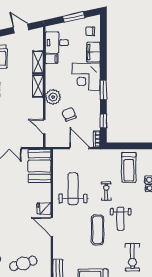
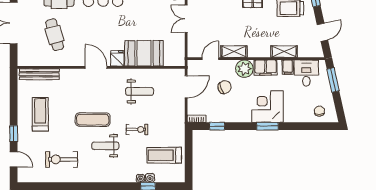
window: (74, 17) -> (333, 80), moved
filing cabinet: (93, 52) -> (266, 68), moved, turned 180
shelving: (38, 86) -> (234, 52), moved
window: (103, 90) -> (267, 126), moved
door: (80, 148) -> (186, 87), moved
booth: (40, 166) -> (144, 53), moved
weight bench: (73, 189) -> (140, 91), width x0.73, depth x0.75
door: (52, 227) -> (96, 67), hinge flipped

